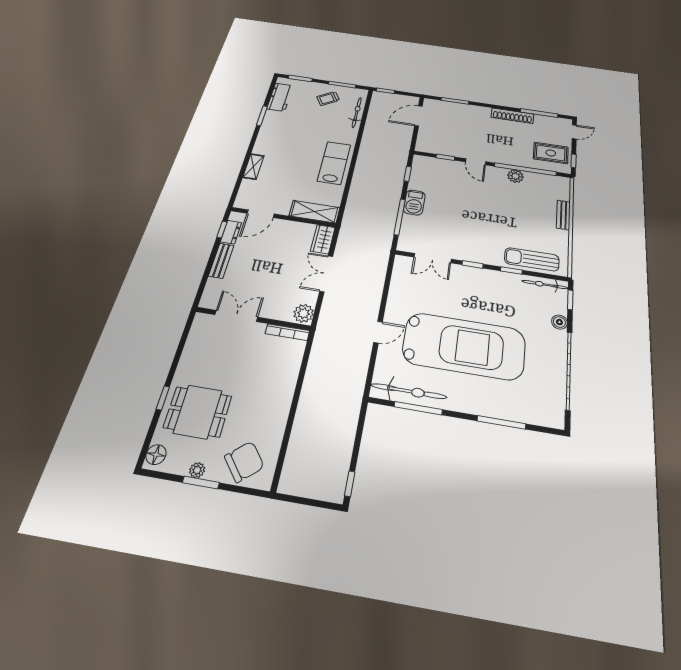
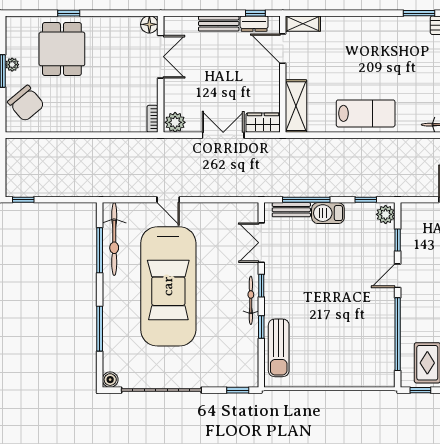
shelving: (253, 167) -> (303, 24), moved
plant: (515, 176) -> (386, 214), moved
bench: (563, 215) -> (291, 210), moved
sun lounger: (532, 259) -> (279, 348), turned 180
bicycle: (545, 285) -> (251, 300), moved
boiler: (559, 322) -> (110, 380), moved
bookcase: (287, 332) -> (153, 119), width x0.64
floor lamp: (156, 455) -> (149, 24), moved

